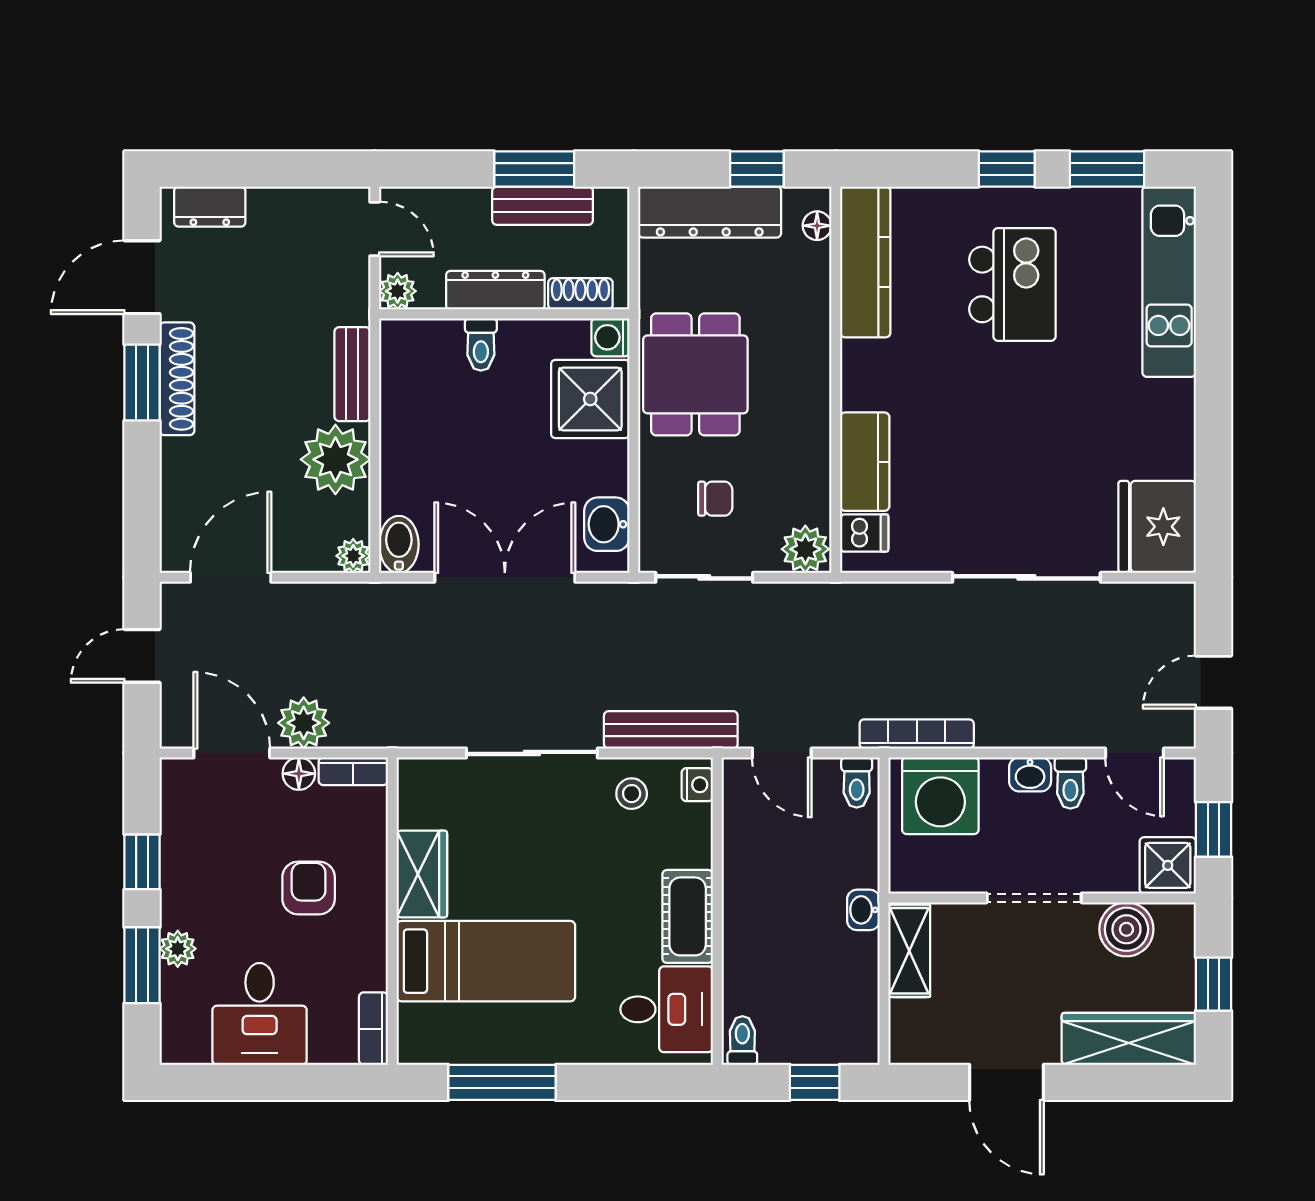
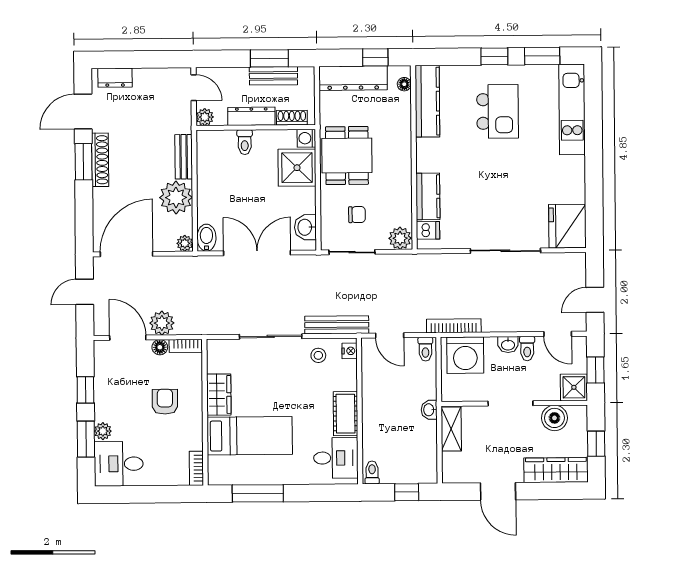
door: (231, 577) -> (126, 254), width x1.36
desk: (260, 1014) -> (119, 464), moved, turned 90

